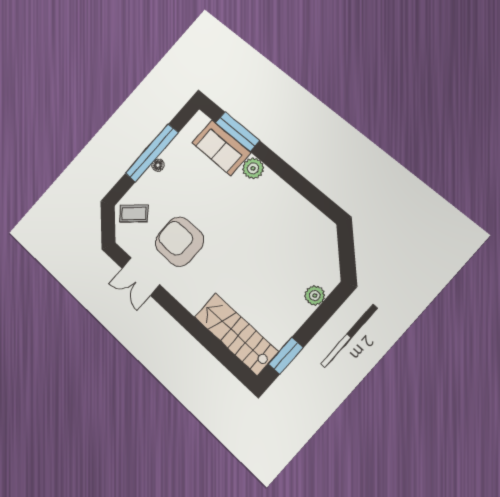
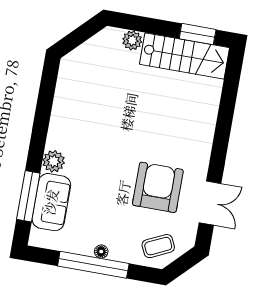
coffee table: (134, 213) -> (158, 246), turned -74
armchair: (179, 242) -> (158, 187), turned 180
stairs: (236, 334) -> (185, 56), moved, turned -90

